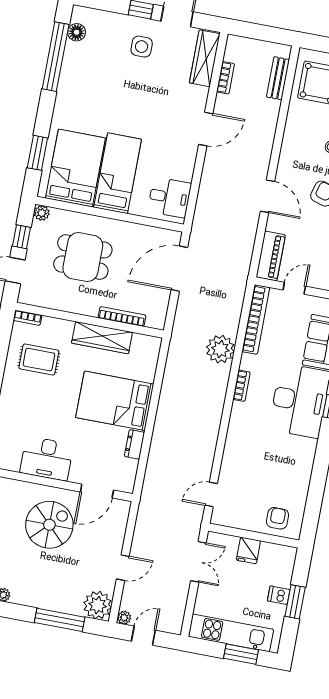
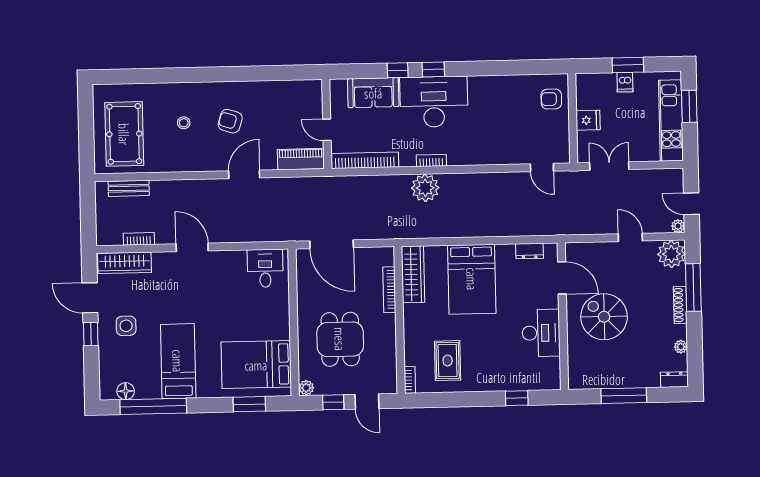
bed: (118, 173) -> (178, 361), moved, turned 90
wardrobe: (102, 338) -> (413, 274), moved
plant: (220, 349) -> (425, 188), moved
dresser: (134, 444) -> (529, 251), moved
shoe rack: (45, 603) -> (680, 305), added

